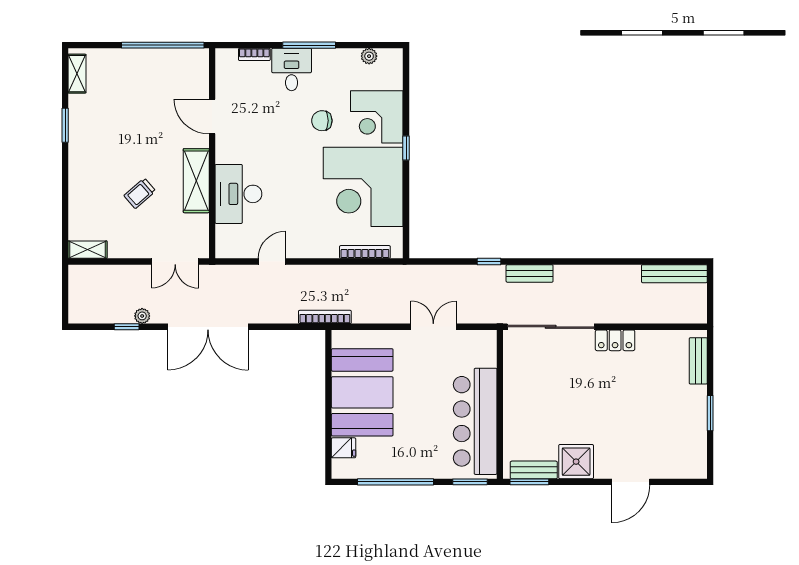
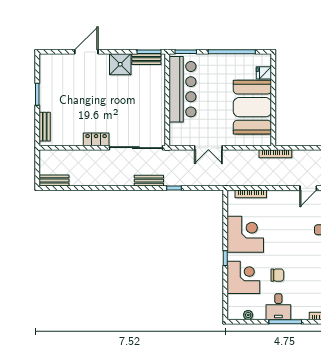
desk: (292, 69) -> (278, 307), moved
corner desk: (363, 187) -> (245, 234), width x0.74, depth x0.74
bench: (674, 274) -> (54, 180), width x0.73

